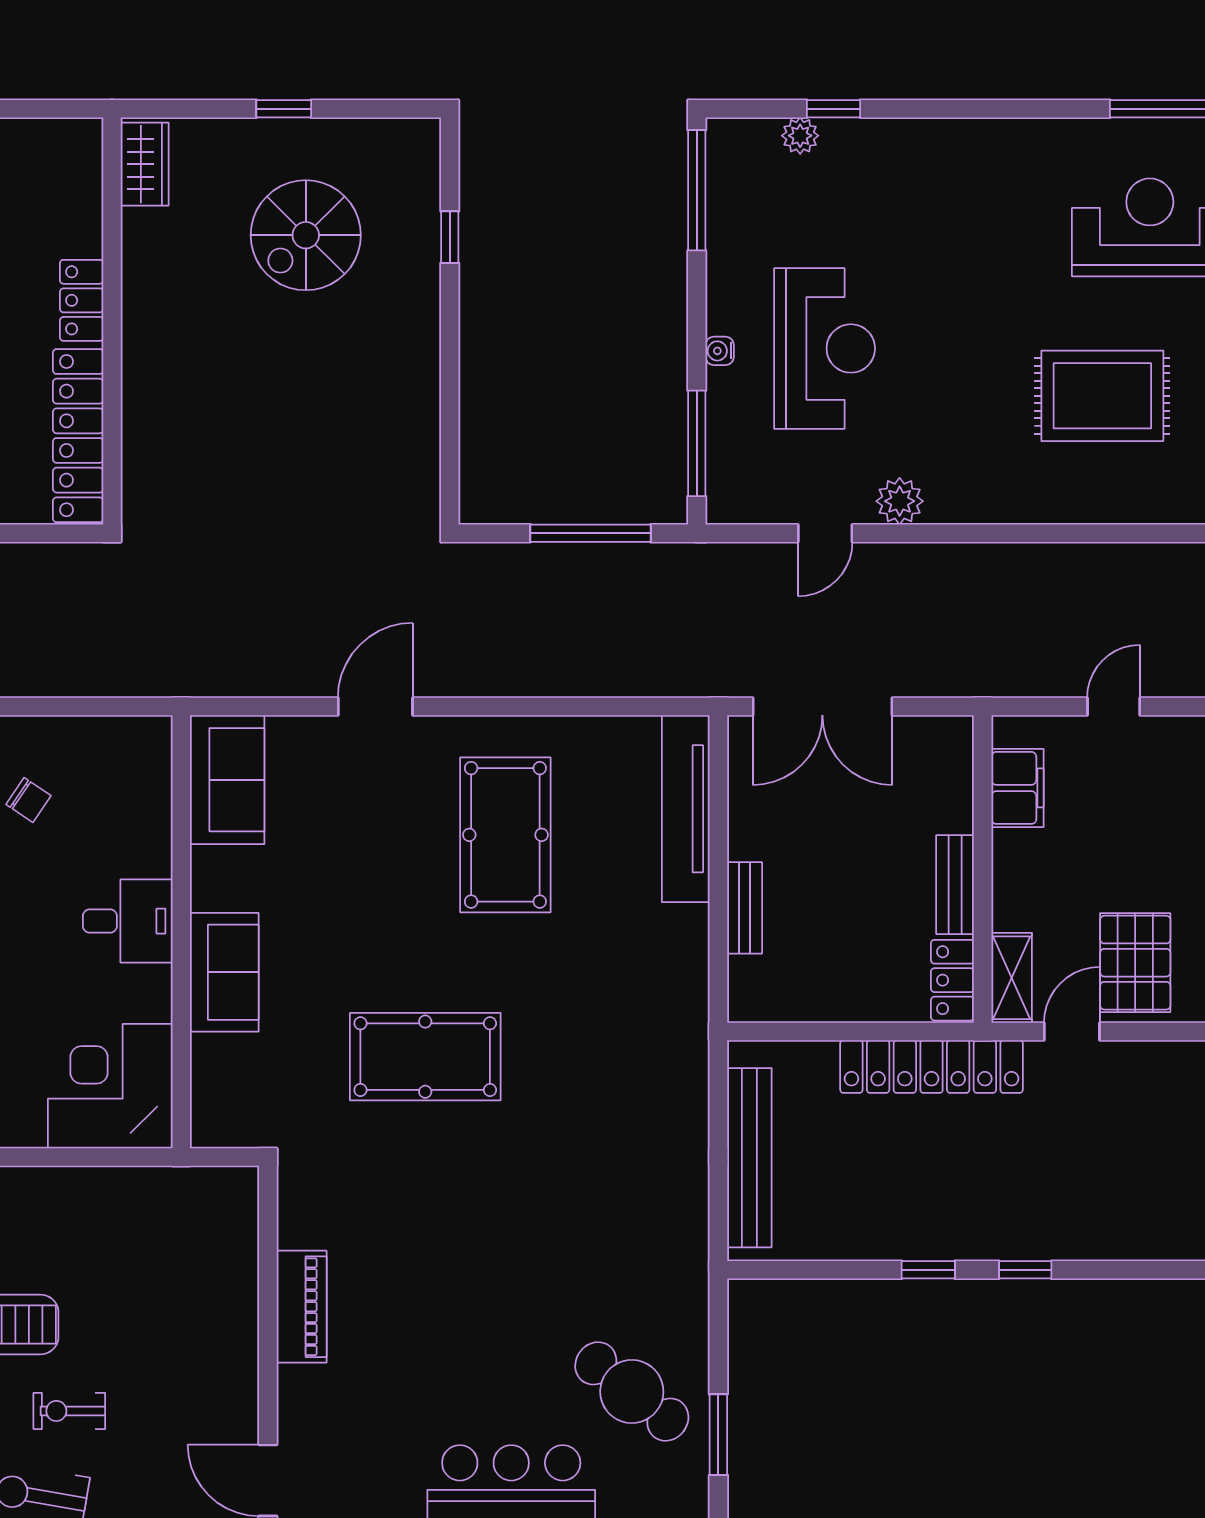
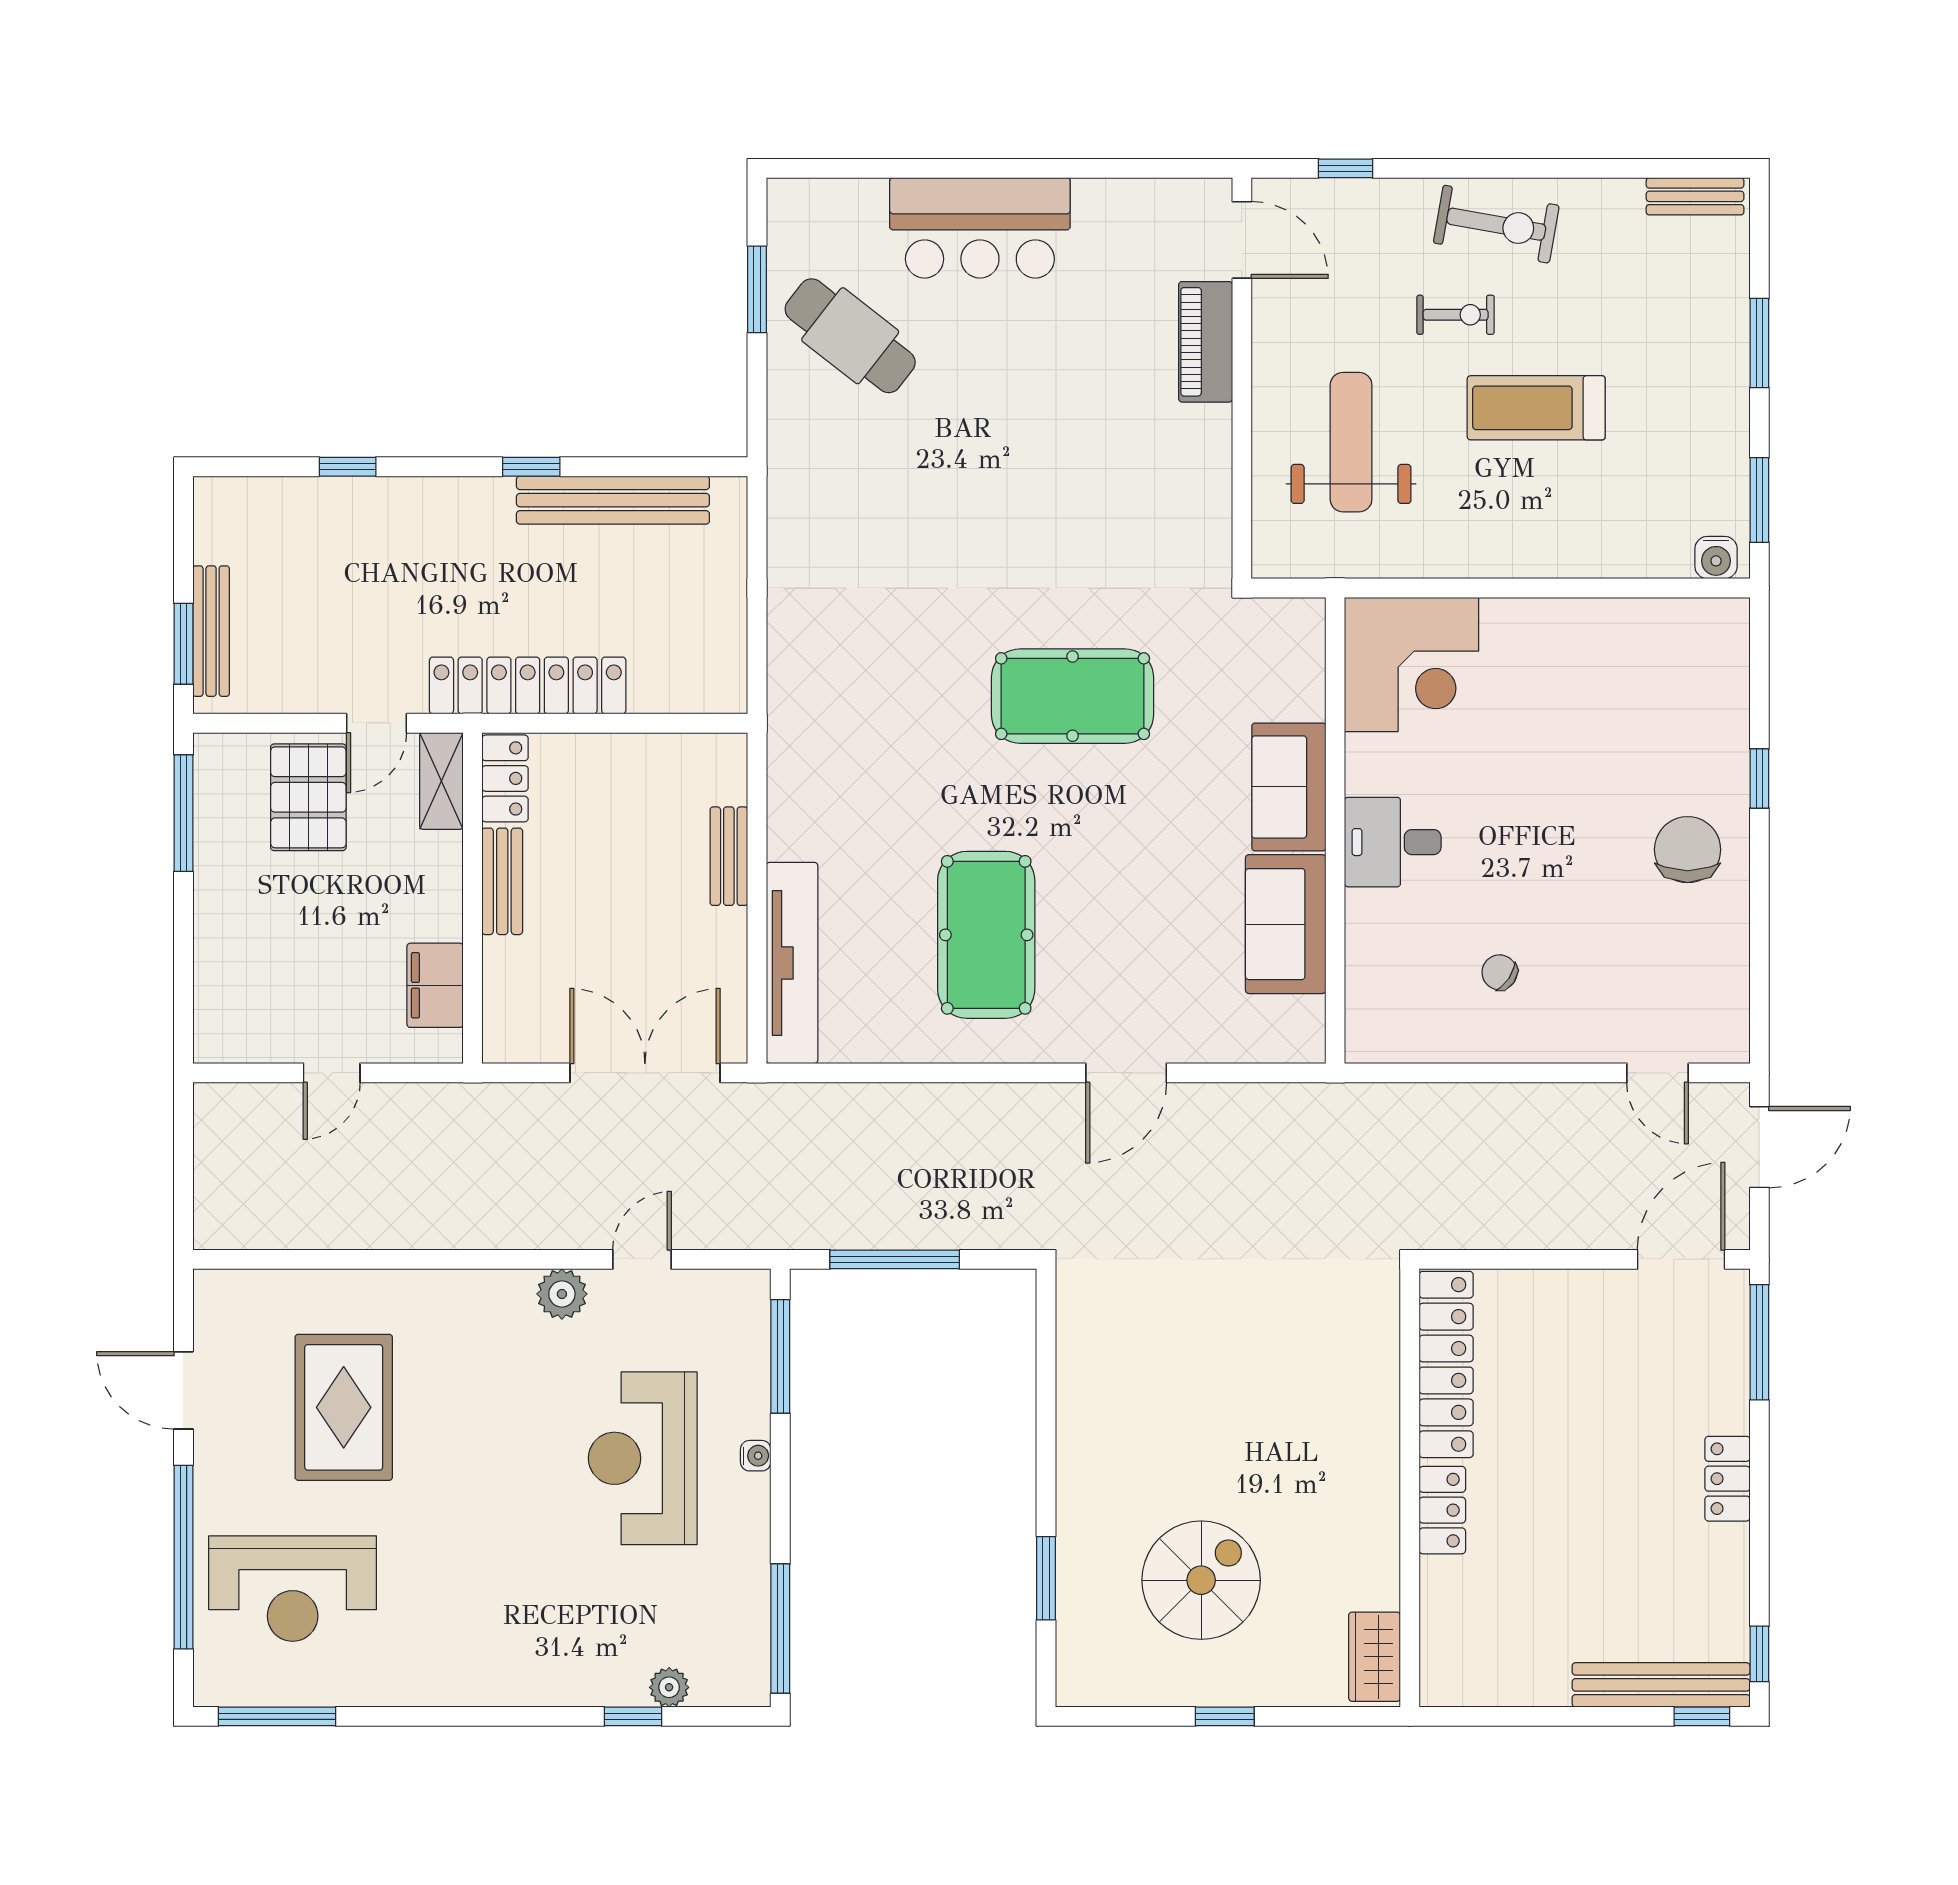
window: (450, 237) -> (1046, 1578), width x1.50
rug: (1102, 396) -> (344, 1407), turned 90
sofa: (227, 780) -> (1286, 924), moved
bench: (749, 1158) -> (613, 500), moved, turned 90
window: (1025, 1270) -> (348, 467), moved
weight bench: (166, 1293) -> (1351, 442), added
piano: (302, 1307) -> (1206, 342), moved

